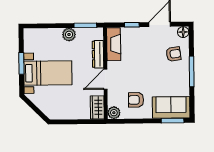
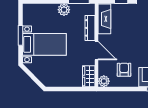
door: (105, 79) -> (97, 51), swing flipped
armchair: (136, 100) -> (124, 70), turned 90

